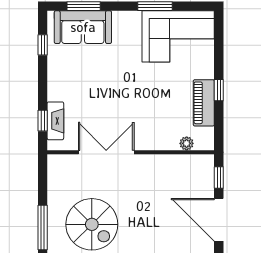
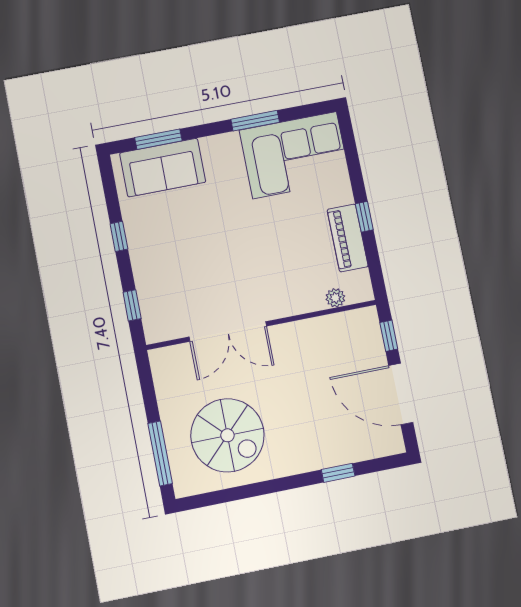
window: (43, 45) -> (119, 236), moved
fireplace: (55, 121) -> (150, 302), removed
double door: (106, 152) -> (228, 332), swing flipped

